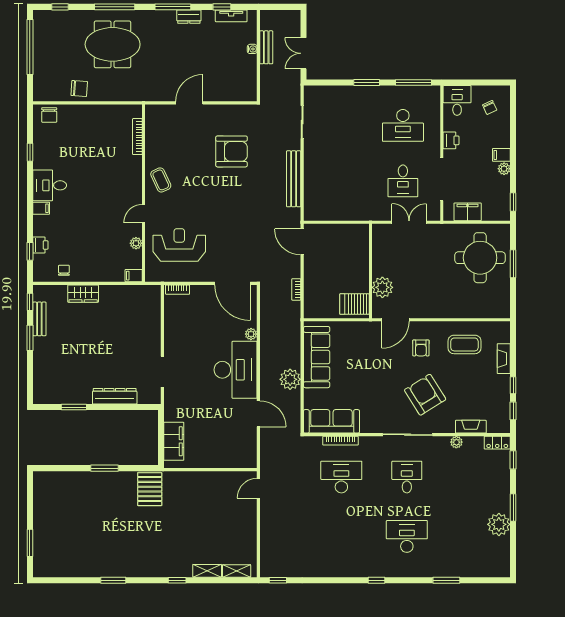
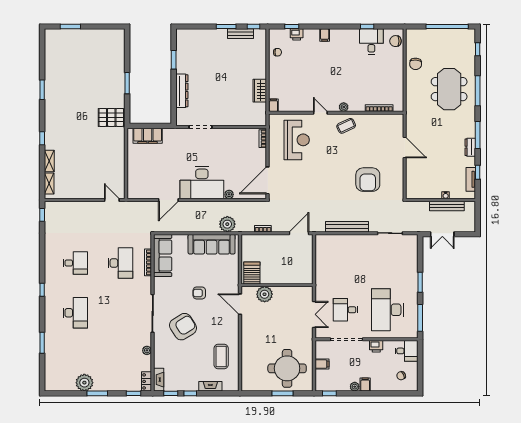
bench: (266, 47) -> (447, 206), width x1.36
double door: (304, 53) -> (442, 234), swing flipped
desk: (403, 125) -> (388, 310), width x1.36, depth x1.30
desk: (50, 185) -> (371, 41), moved
filing cabinet: (468, 212) -> (322, 364), width x0.50
plant: (136, 243) -> (344, 107), moved
wardrobe: (83, 294) -> (260, 91), moved
armchair: (421, 348) -> (199, 293), moved
plant: (290, 379) -> (227, 224), moved
fireplace: (471, 427) -> (159, 380), moved
desk: (407, 477) -> (75, 263), moved

